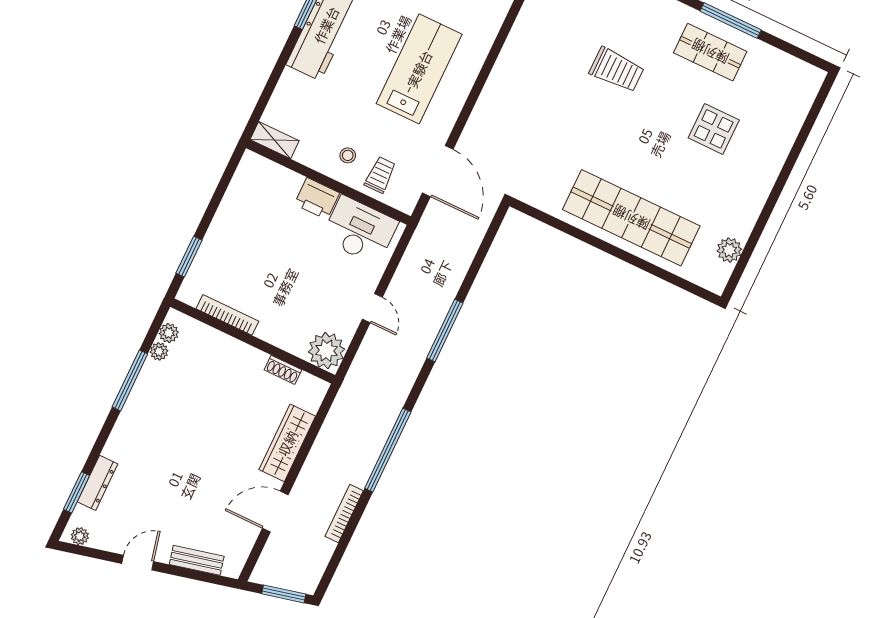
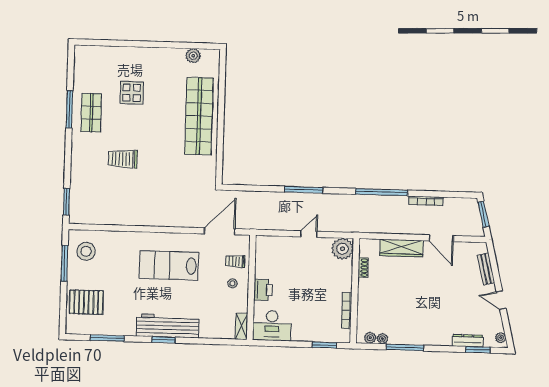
trolley: (617, 70) -> (123, 159), turned -90
desk: (360, 230) -> (272, 326), moved, turned -90

